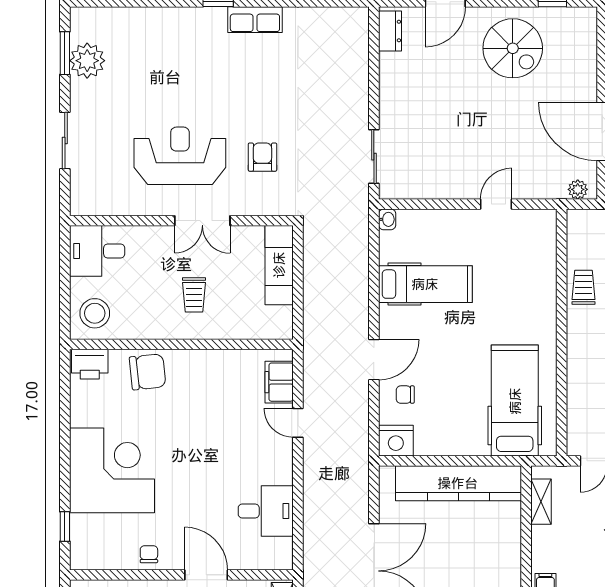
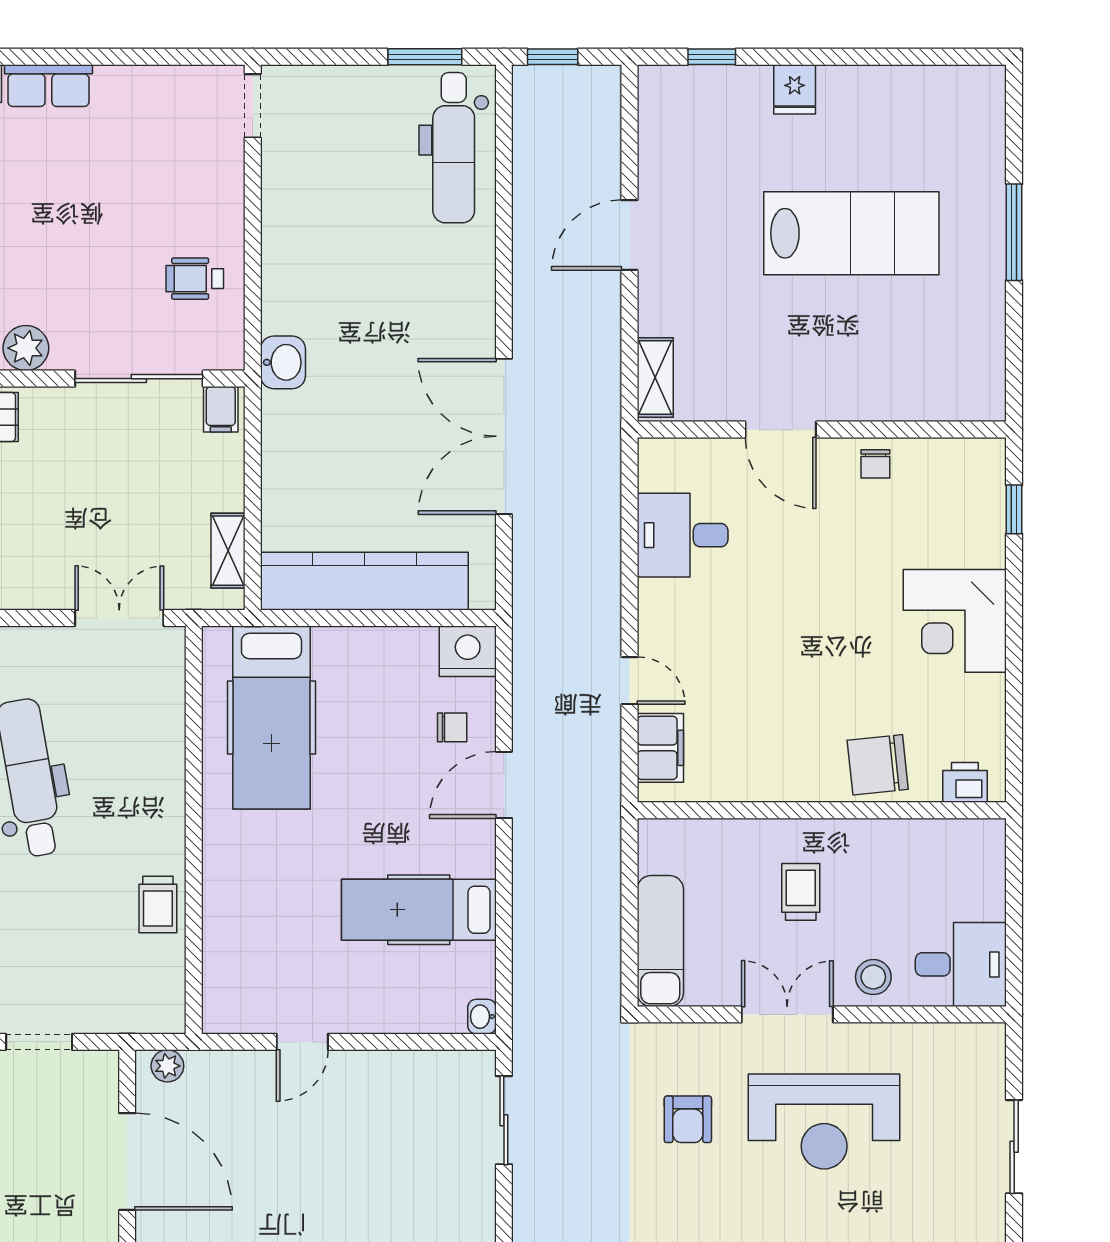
stool: (95, 313) -> (873, 977), moved, width x0.73, depth x0.73
printer: (90, 364) -> (965, 782), width x0.73, depth x0.81
corner desk: (112, 470) -> (955, 621), width x0.74, depth x0.74

